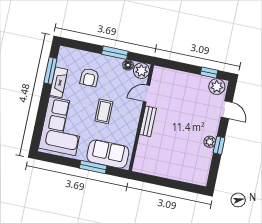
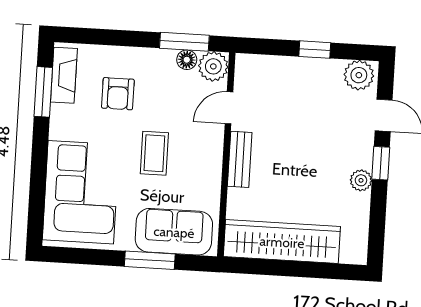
window: (115, 53) -> (184, 42), moved
window: (209, 73) -> (315, 50), moved
fireplace: (59, 82) -> (64, 75), moved
window: (219, 145) -> (381, 163), moved
wardrobe: (164, 168) -> (282, 242), added

